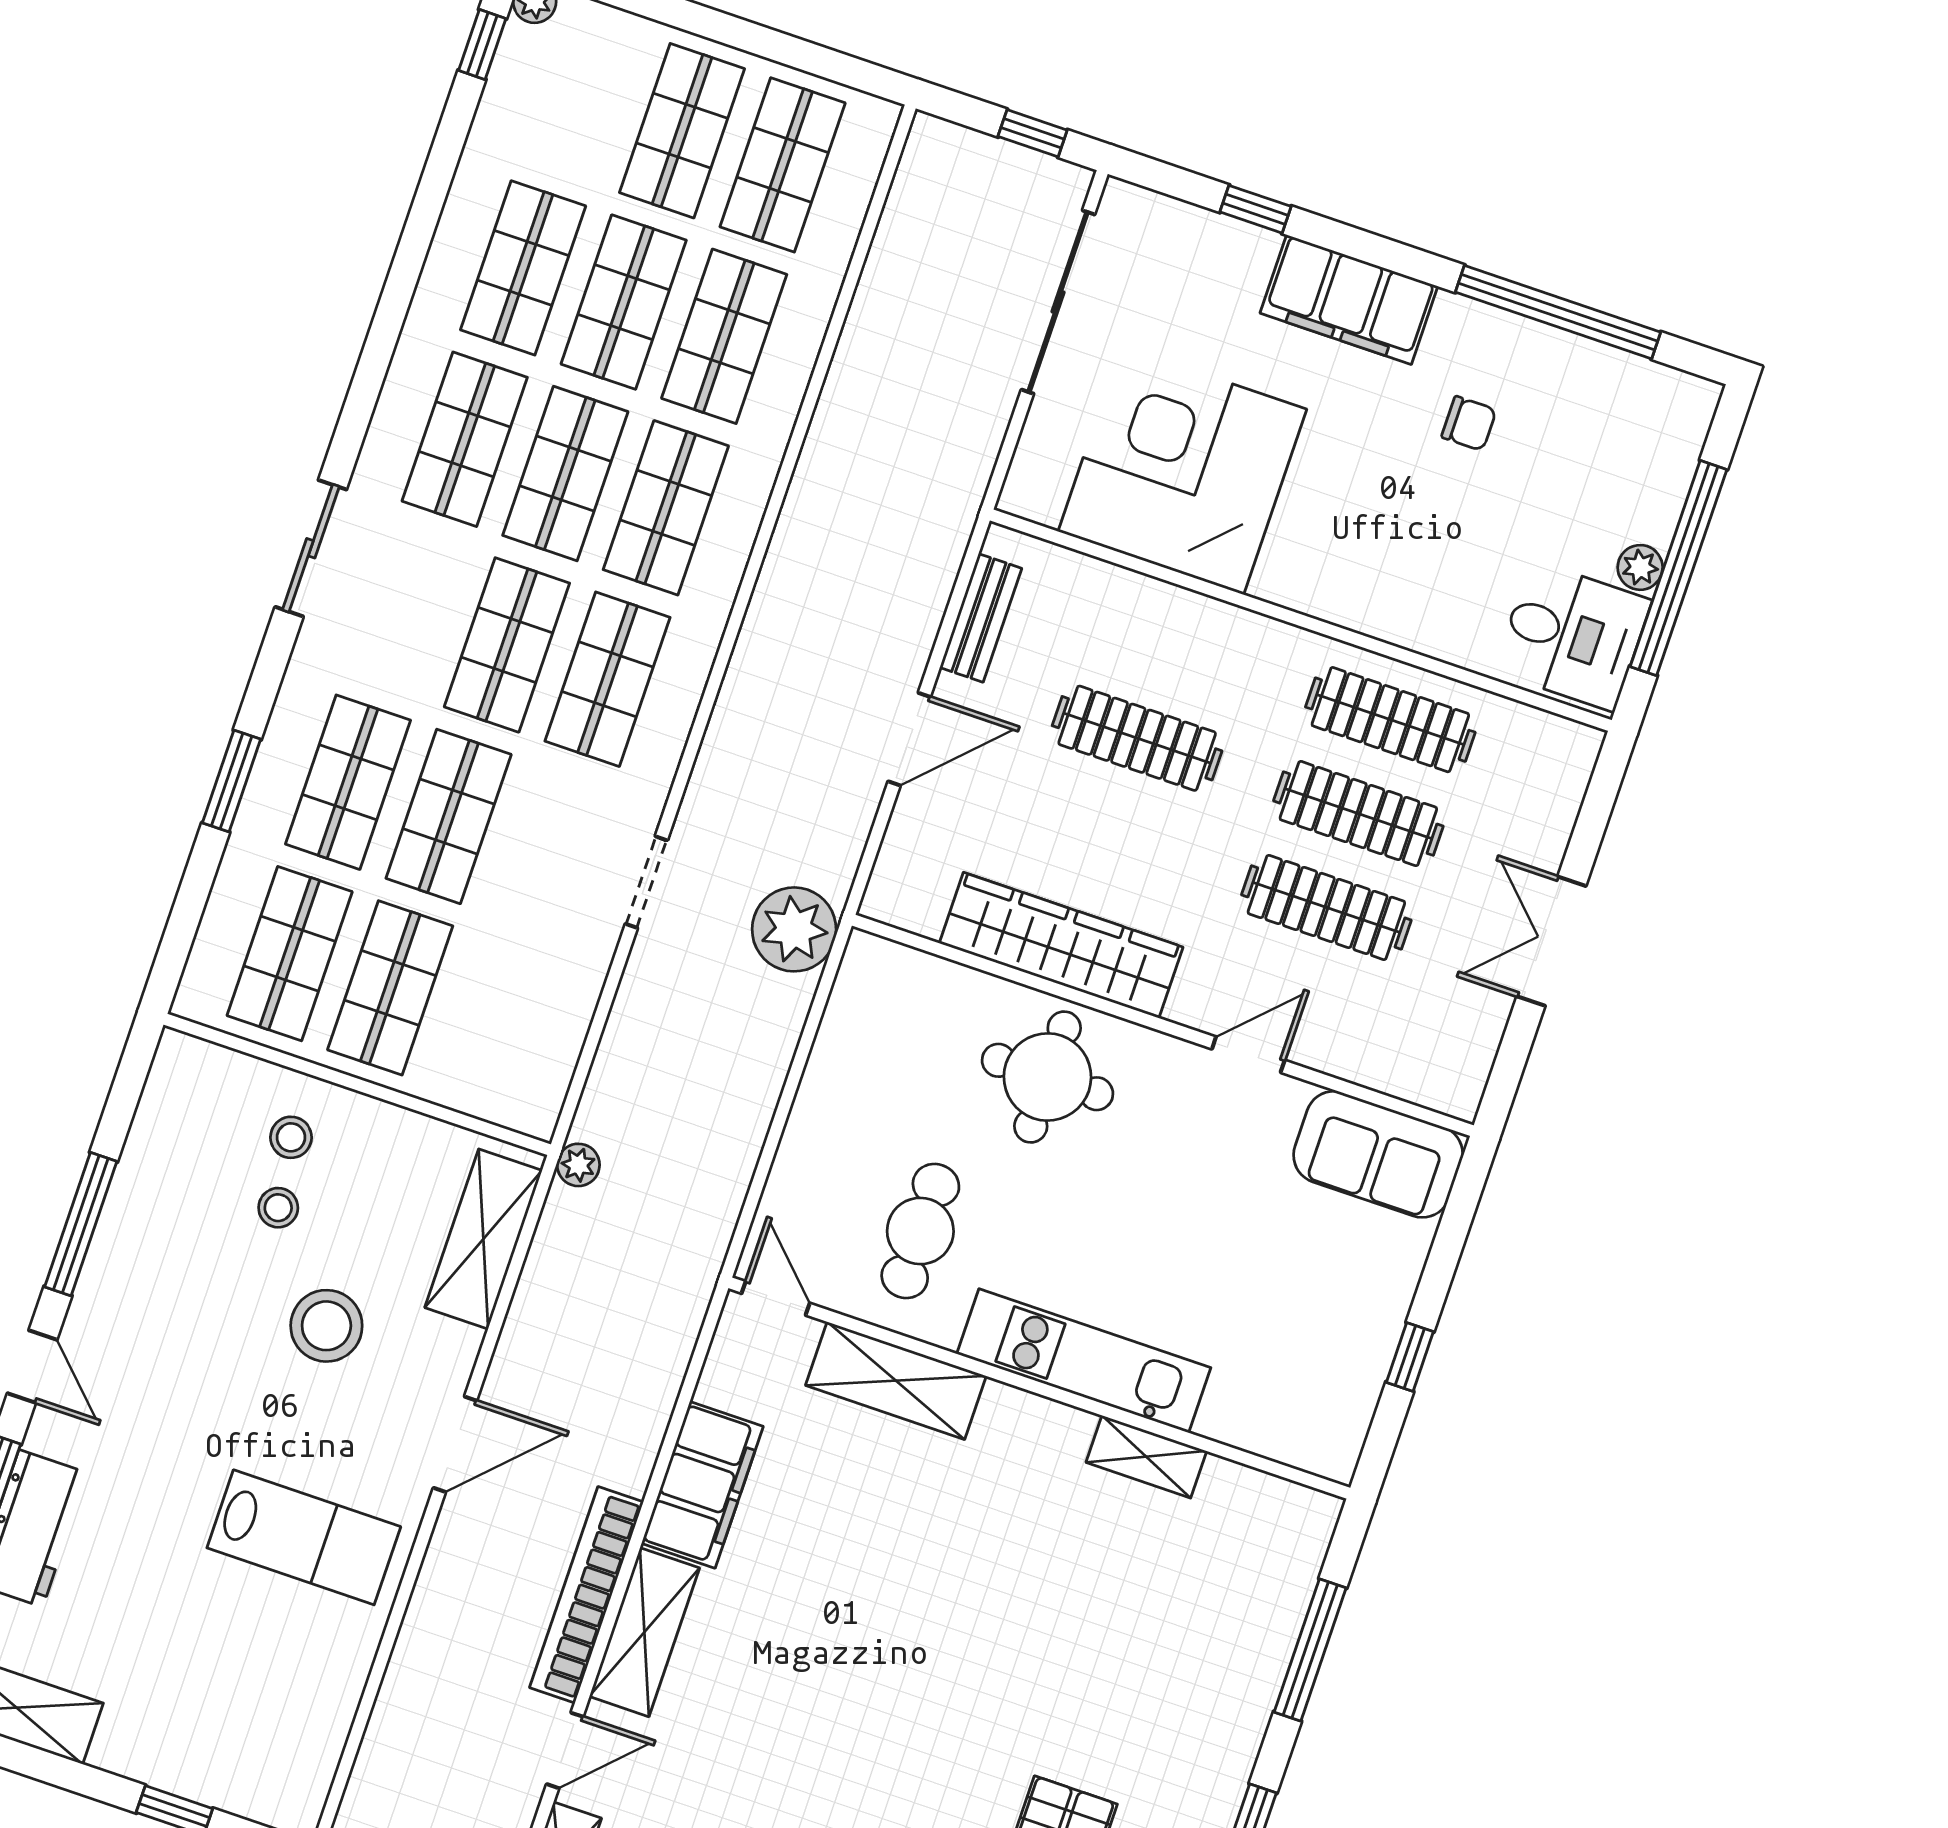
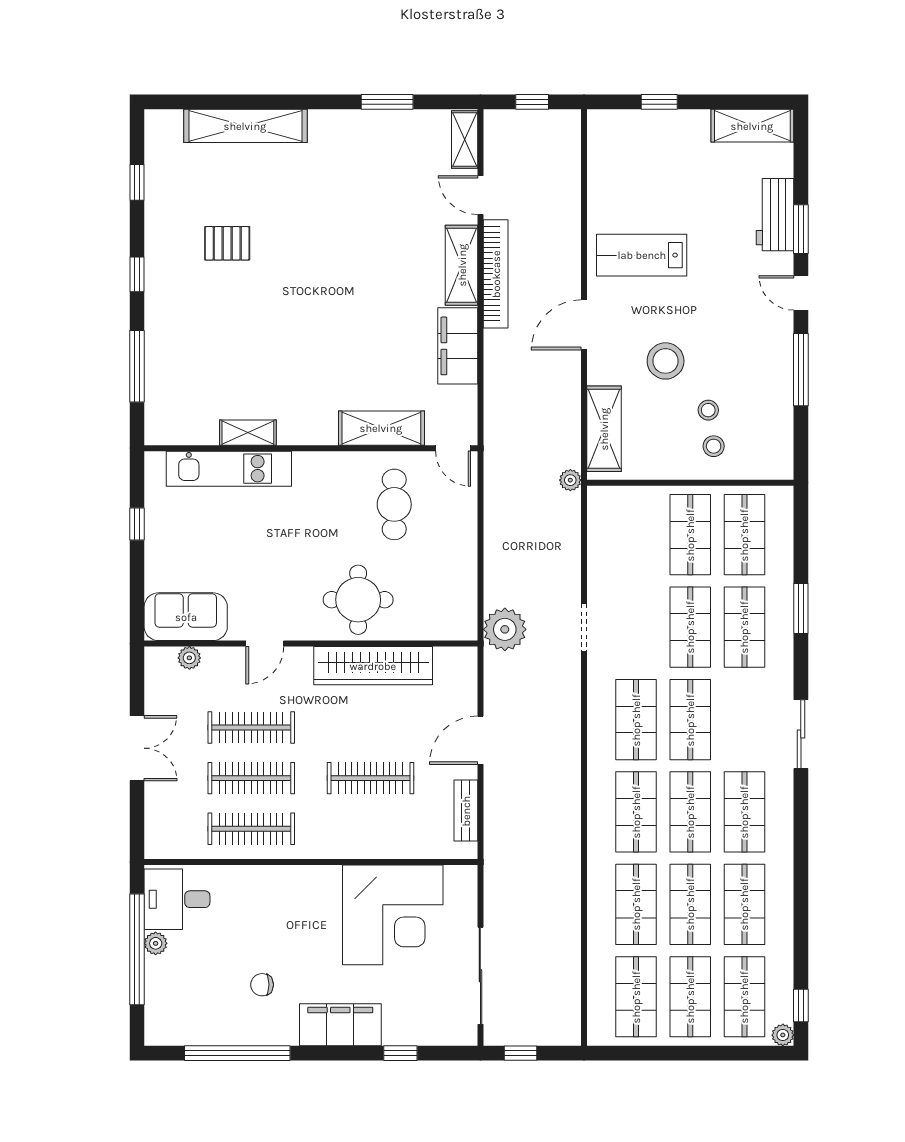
shop shelf: (581, 96) -> (744, 997), added
plant: (1397, 1076) -> (189, 658), added
kitchen unit: (1084, 1361) -> (229, 469), moved
door: (565, 1750) -> (480, 195), hinge flipped

